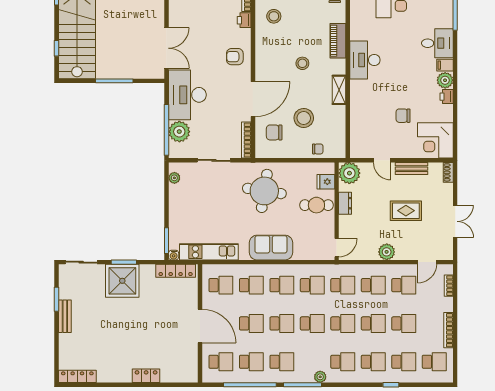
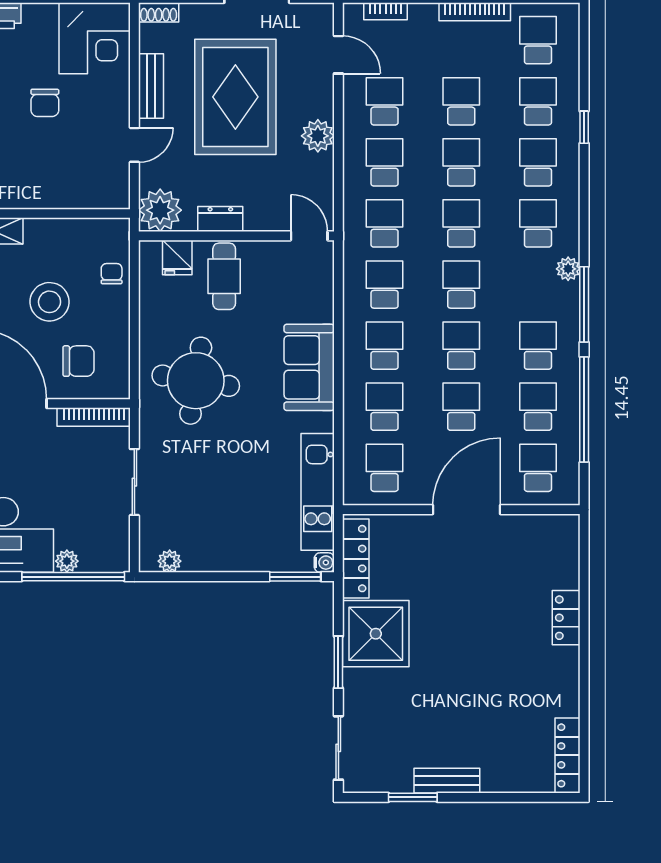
plant: (179, 132) -> (67, 561), width x0.53, depth x0.53
chair: (274, 132) -> (79, 361), turned -90
rug: (406, 211) -> (235, 97), width x1.86, depth x2.06
shower: (122, 281) -> (376, 634), moved

